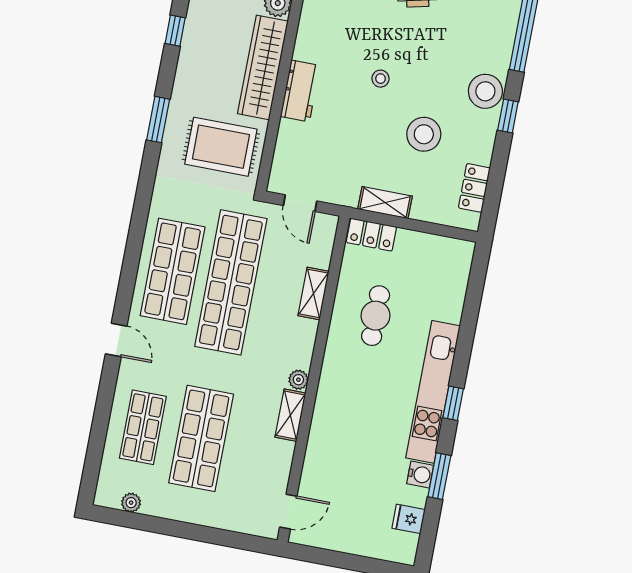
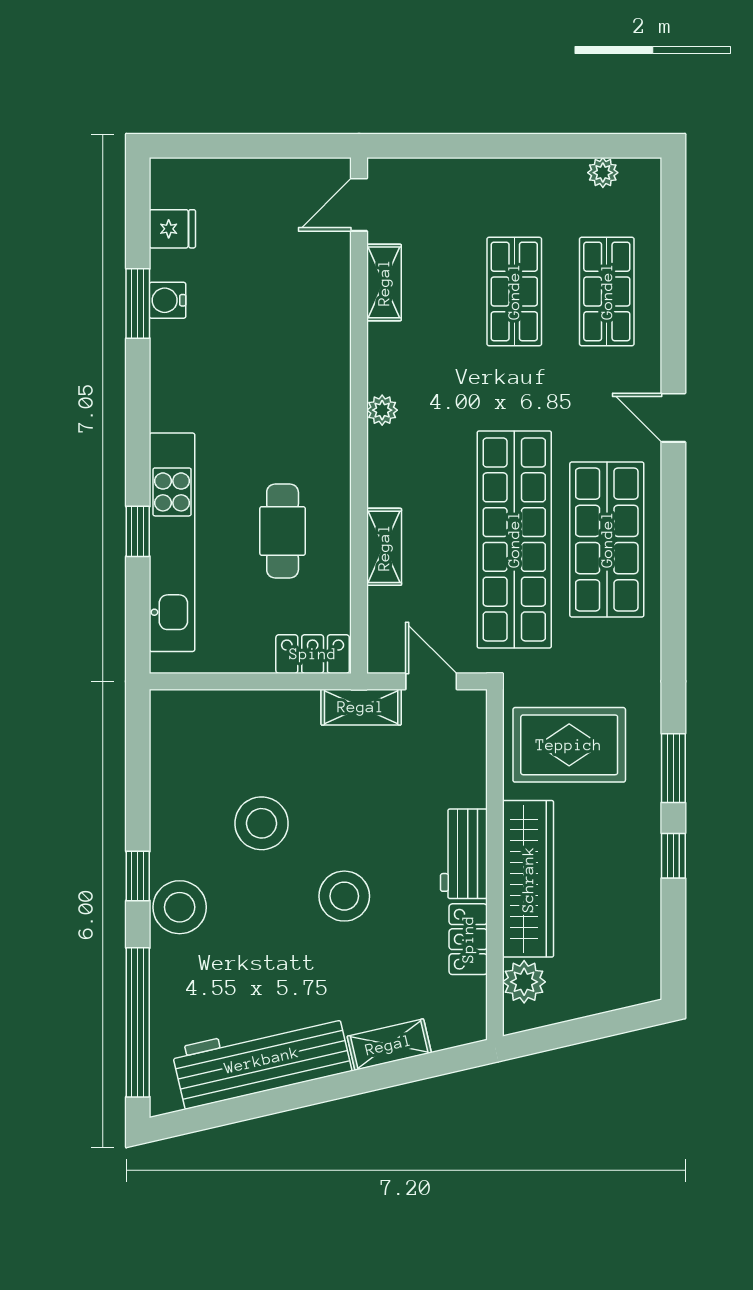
window: (175, 31) -> (673, 856), moved
stool: (381, 79) -> (344, 896), width x1.89, depth x1.89
locker: (474, 188) -> (468, 939), moved, turned 180
shelving: (385, 203) -> (361, 707), moved
kitchen unit: (433, 392) -> (172, 542), moved
window: (453, 403) -> (138, 531), moved
shelving: (290, 415) -> (384, 282), moved
shop shelf: (201, 438) -> (514, 291), width x0.70, depth x0.74

